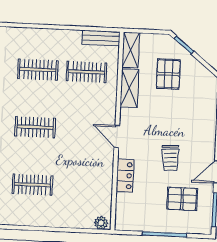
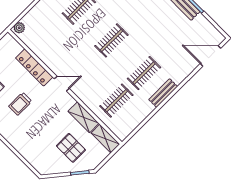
bench: (101, 38) -> (163, 93), moved
trolley: (170, 158) -> (20, 104), turned -87
locker: (125, 176) -> (34, 67), width x1.53

